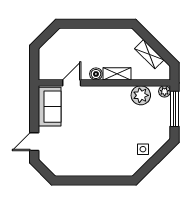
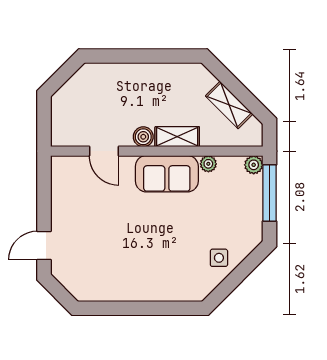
door: (72, 83) -> (104, 151), swing flipped
plant: (141, 95) -> (208, 164), width x0.53, depth x0.53
sofa: (50, 107) -> (167, 174), moved, turned 90

